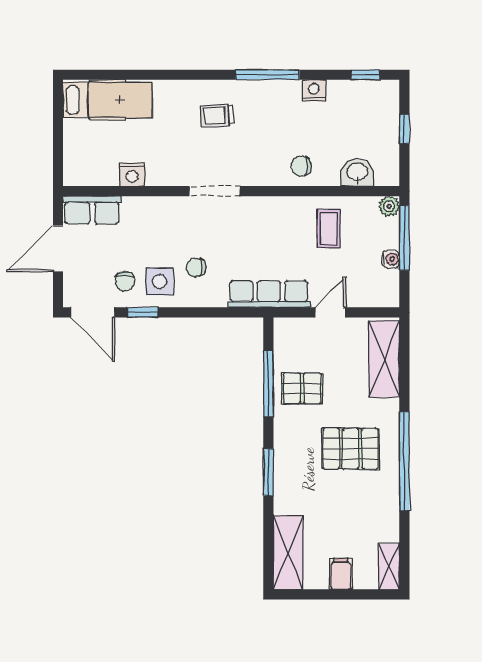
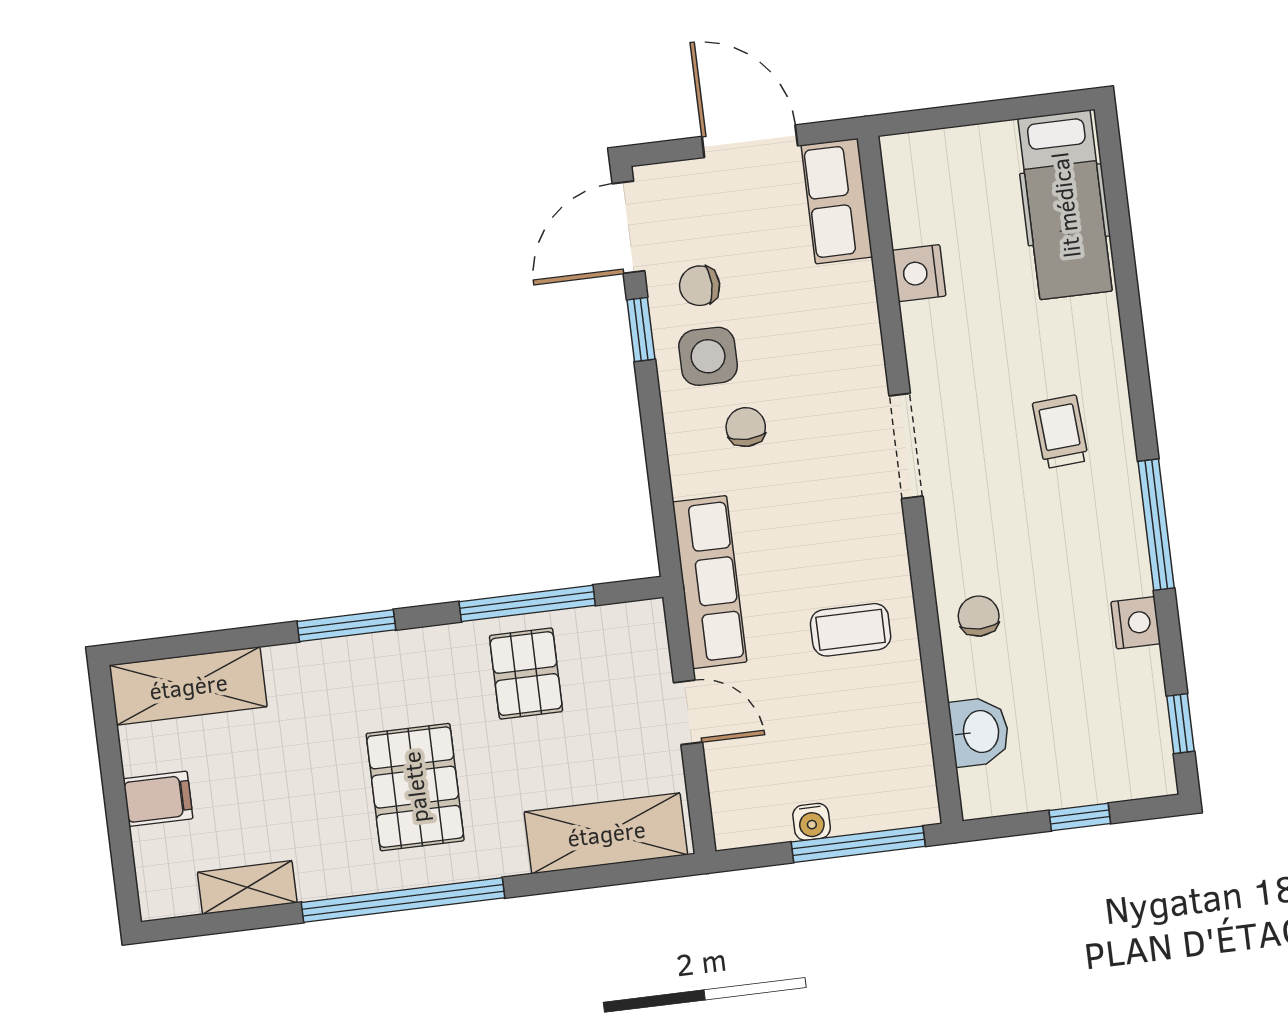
plant: (389, 206) -> (919, 805), removed
coffee table: (328, 229) -> (851, 630), moved
shelving: (389, 566) -> (247, 887), moved

